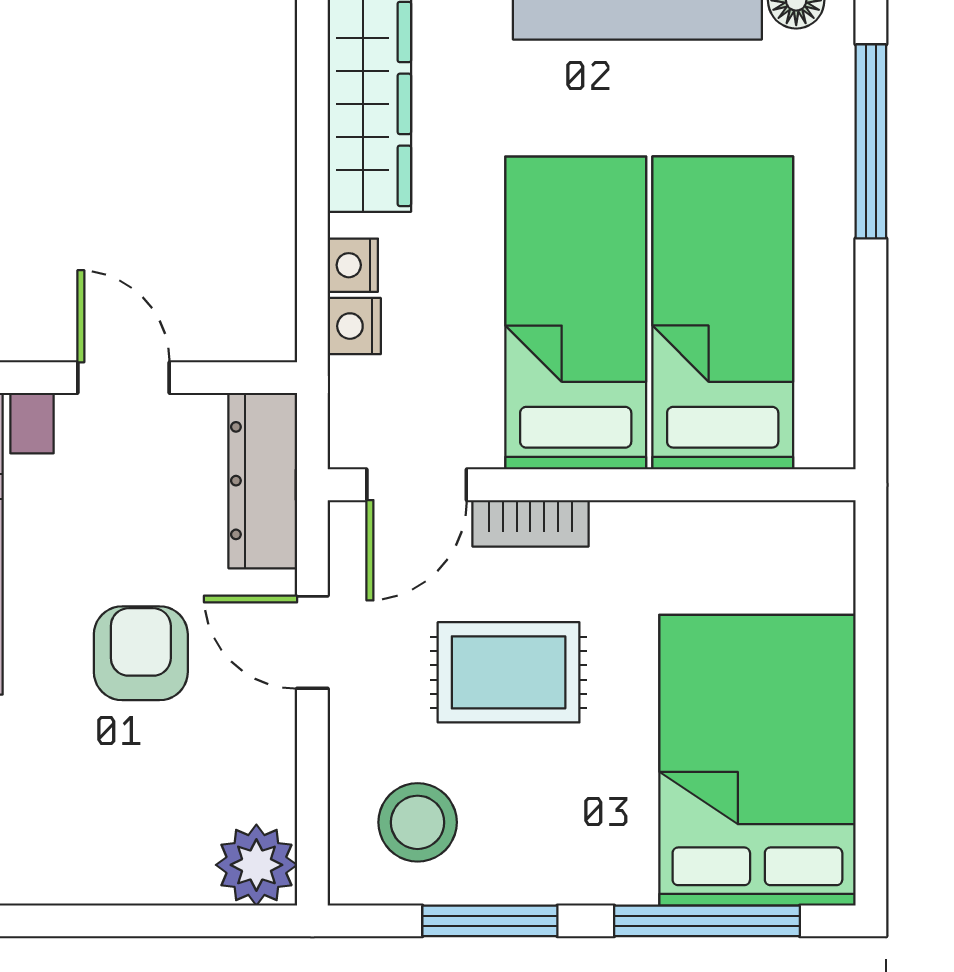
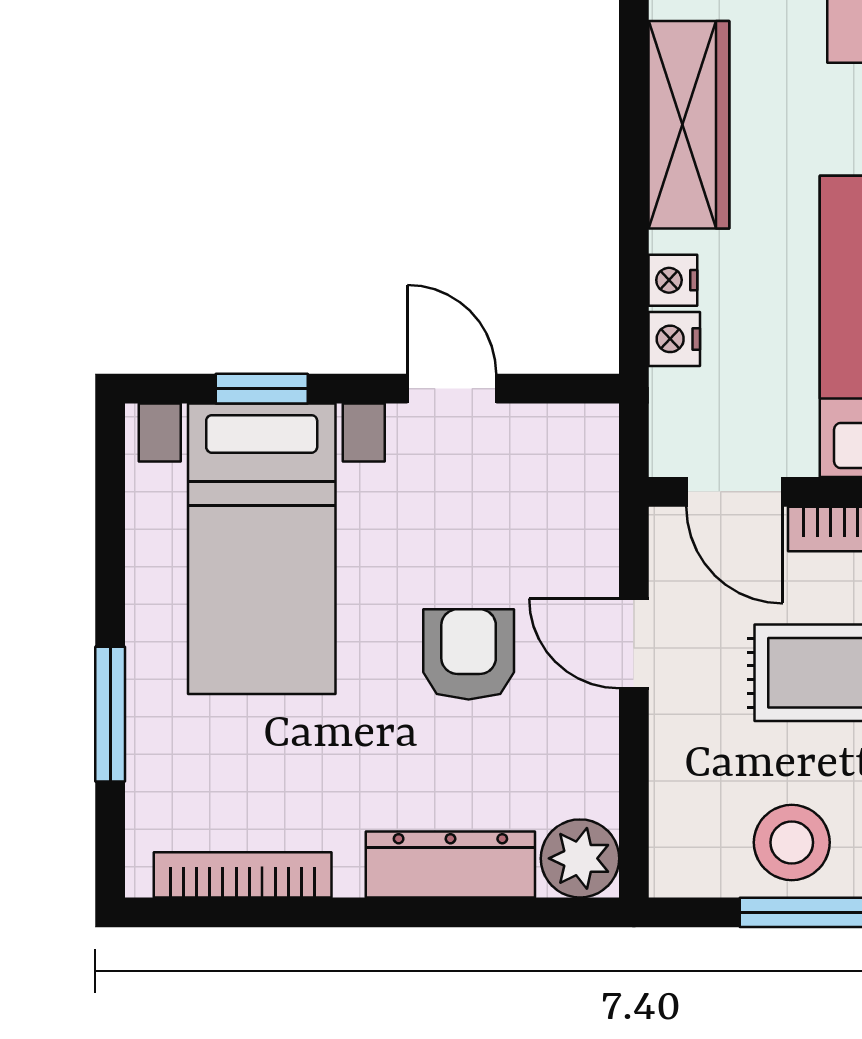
dresser: (263, 481) -> (450, 864), moved, turned 90
door: (417, 485) -> (734, 492), hinge flipped
stool: (418, 822) -> (792, 842), moved

